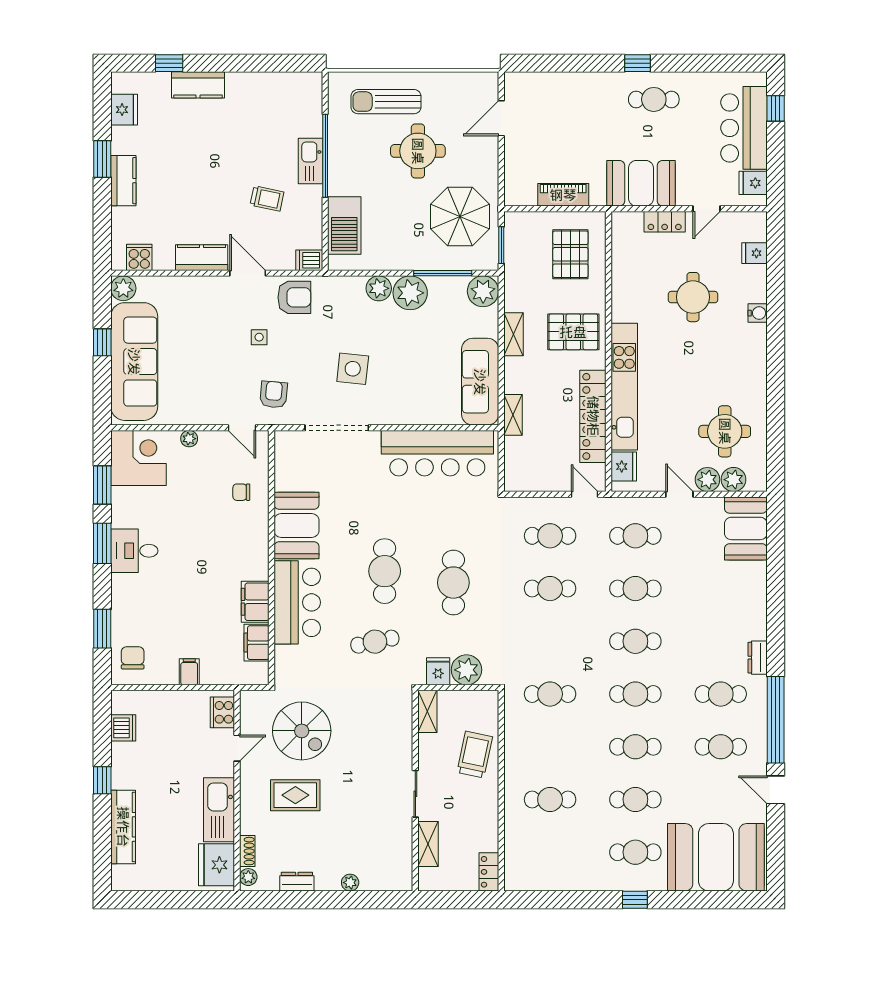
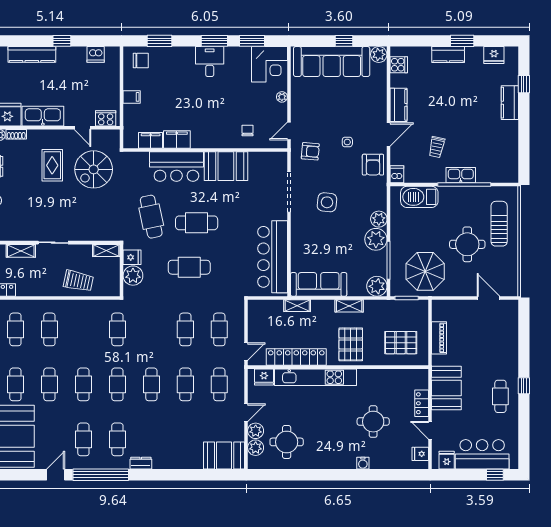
fridge: (754, 253) -> (420, 454), moved, turned -90
cafe table: (375, 642) -> (151, 217), width x1.37, depth x1.35
cafe table: (550, 852) -> (15, 329), added

